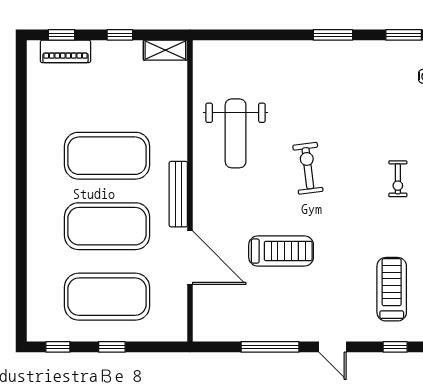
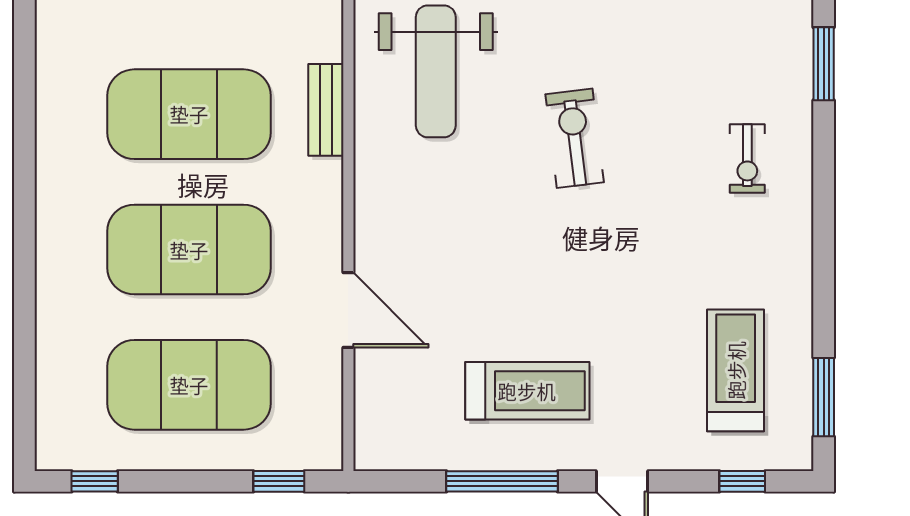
bench: (178, 194) -> (326, 110), moved, width x0.73
treadmill: (281, 251) -> (527, 391), moved
door: (190, 258) -> (348, 310), width x0.73
window: (112, 347) -> (279, 481), moved

